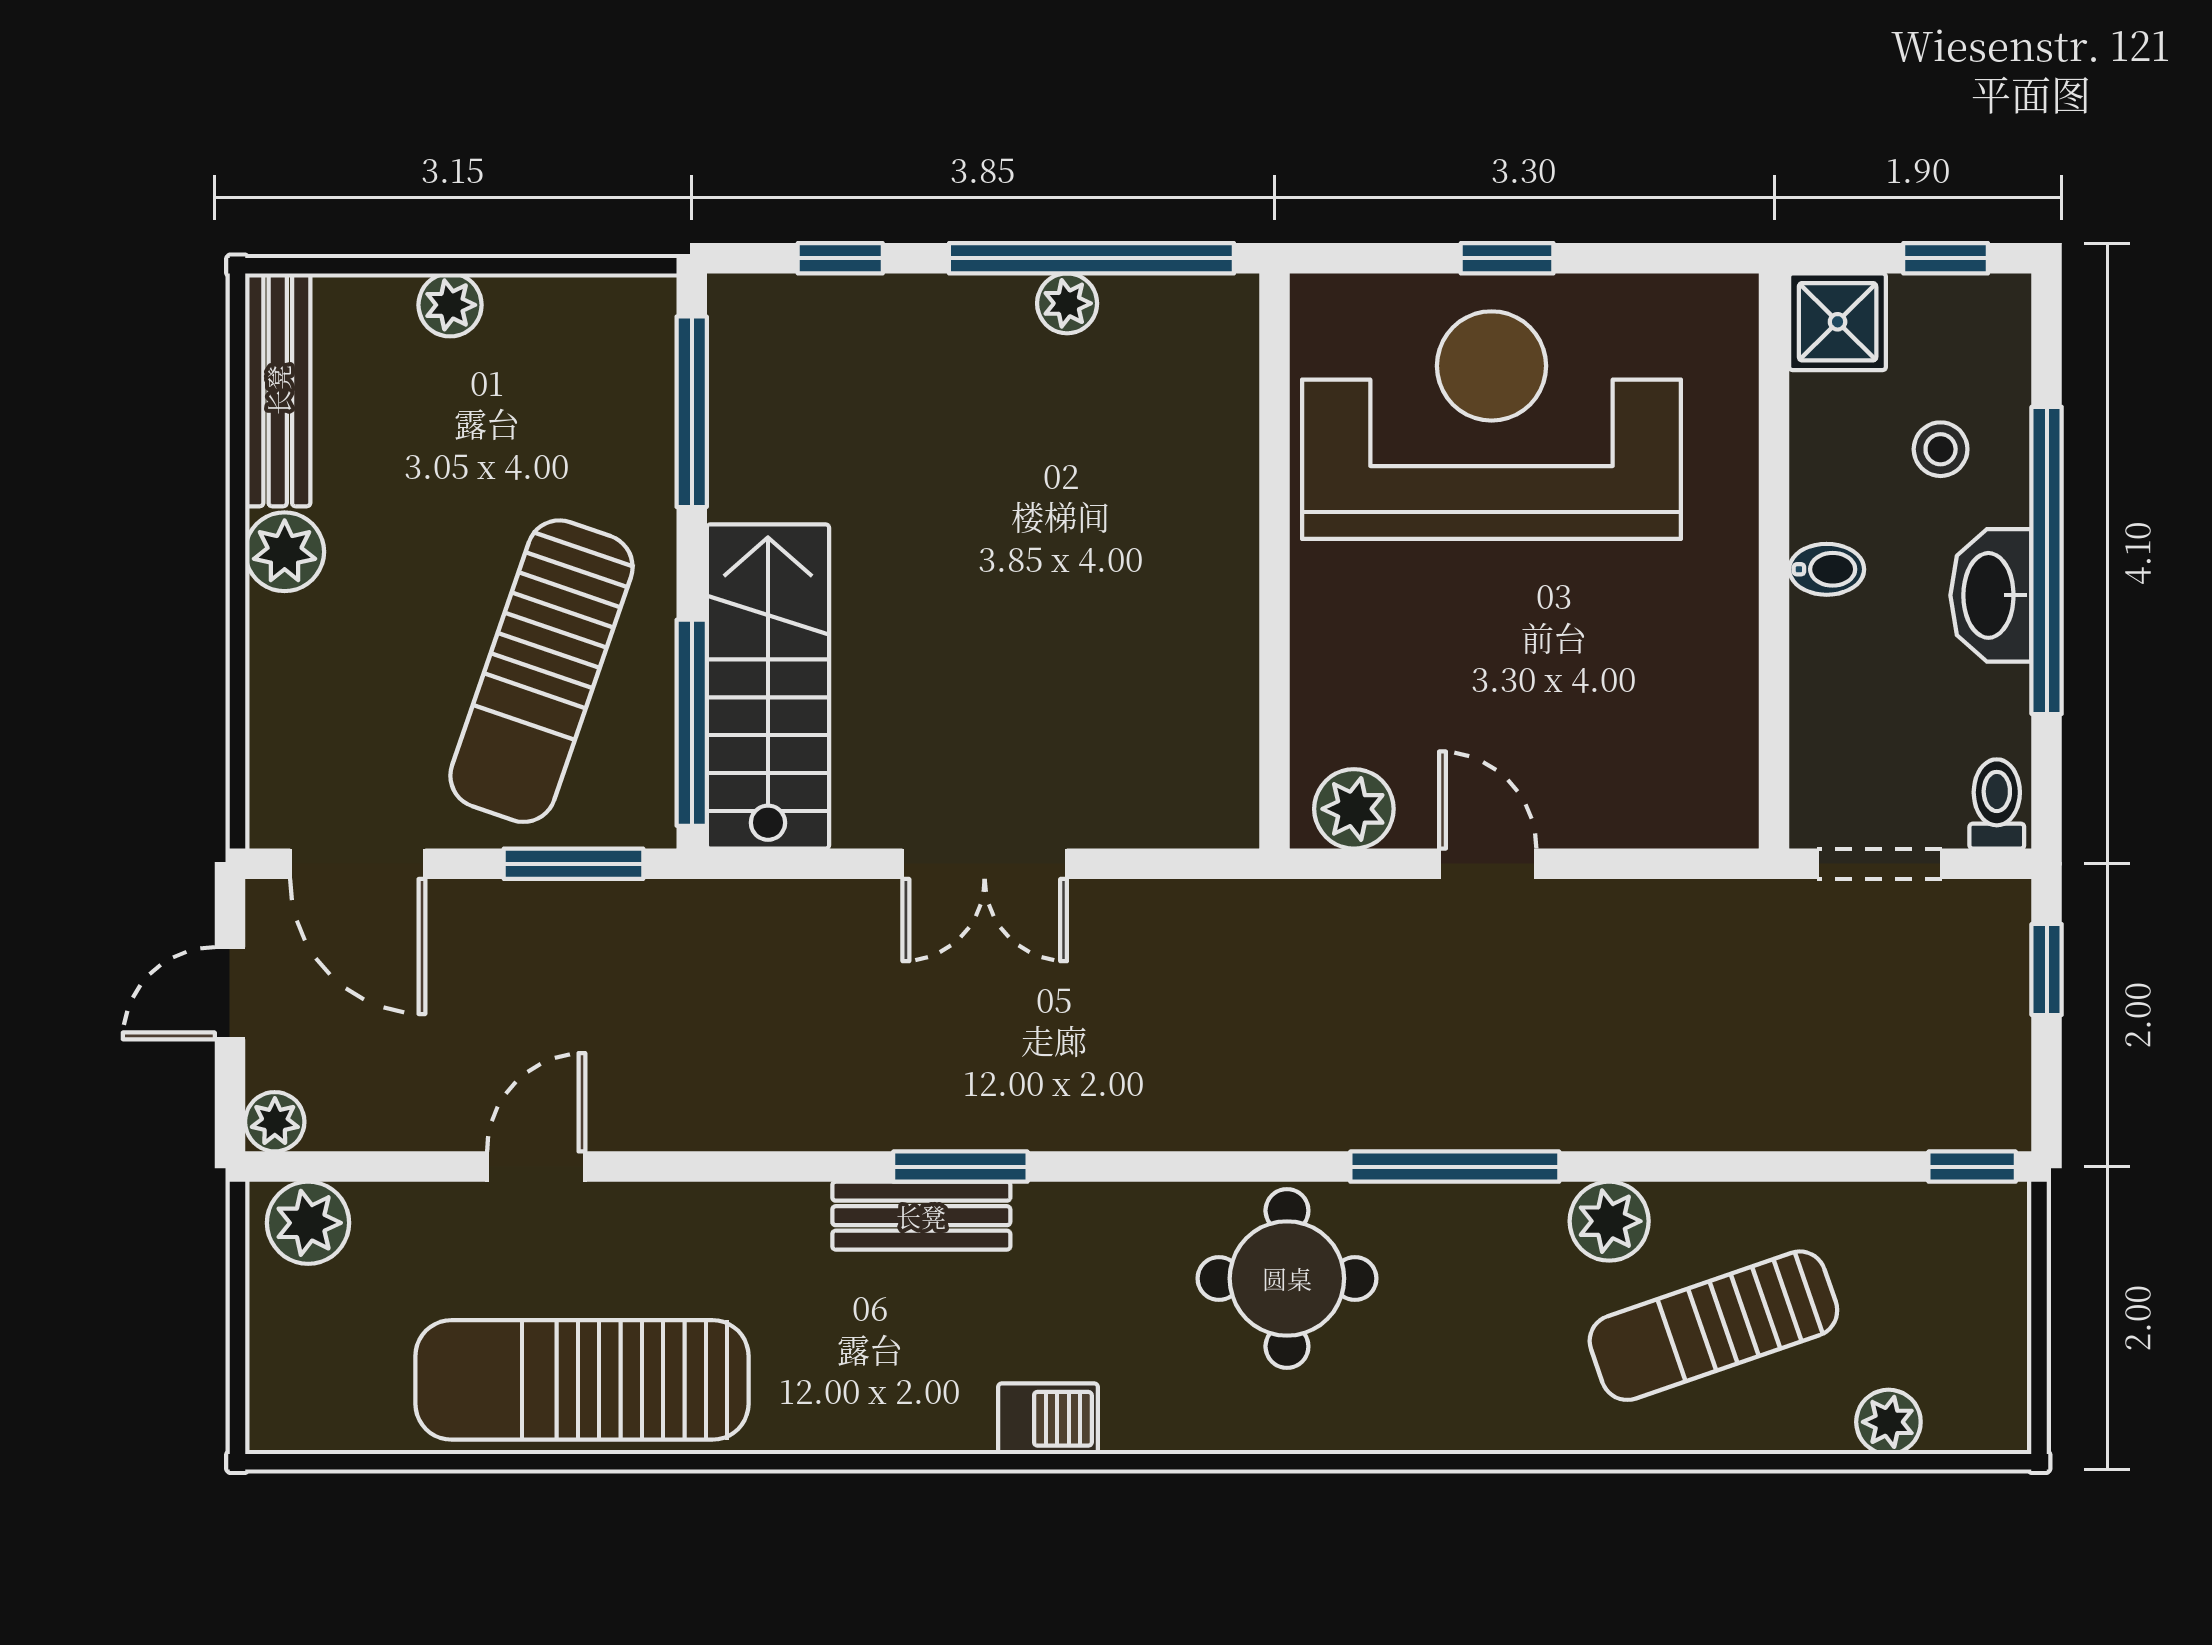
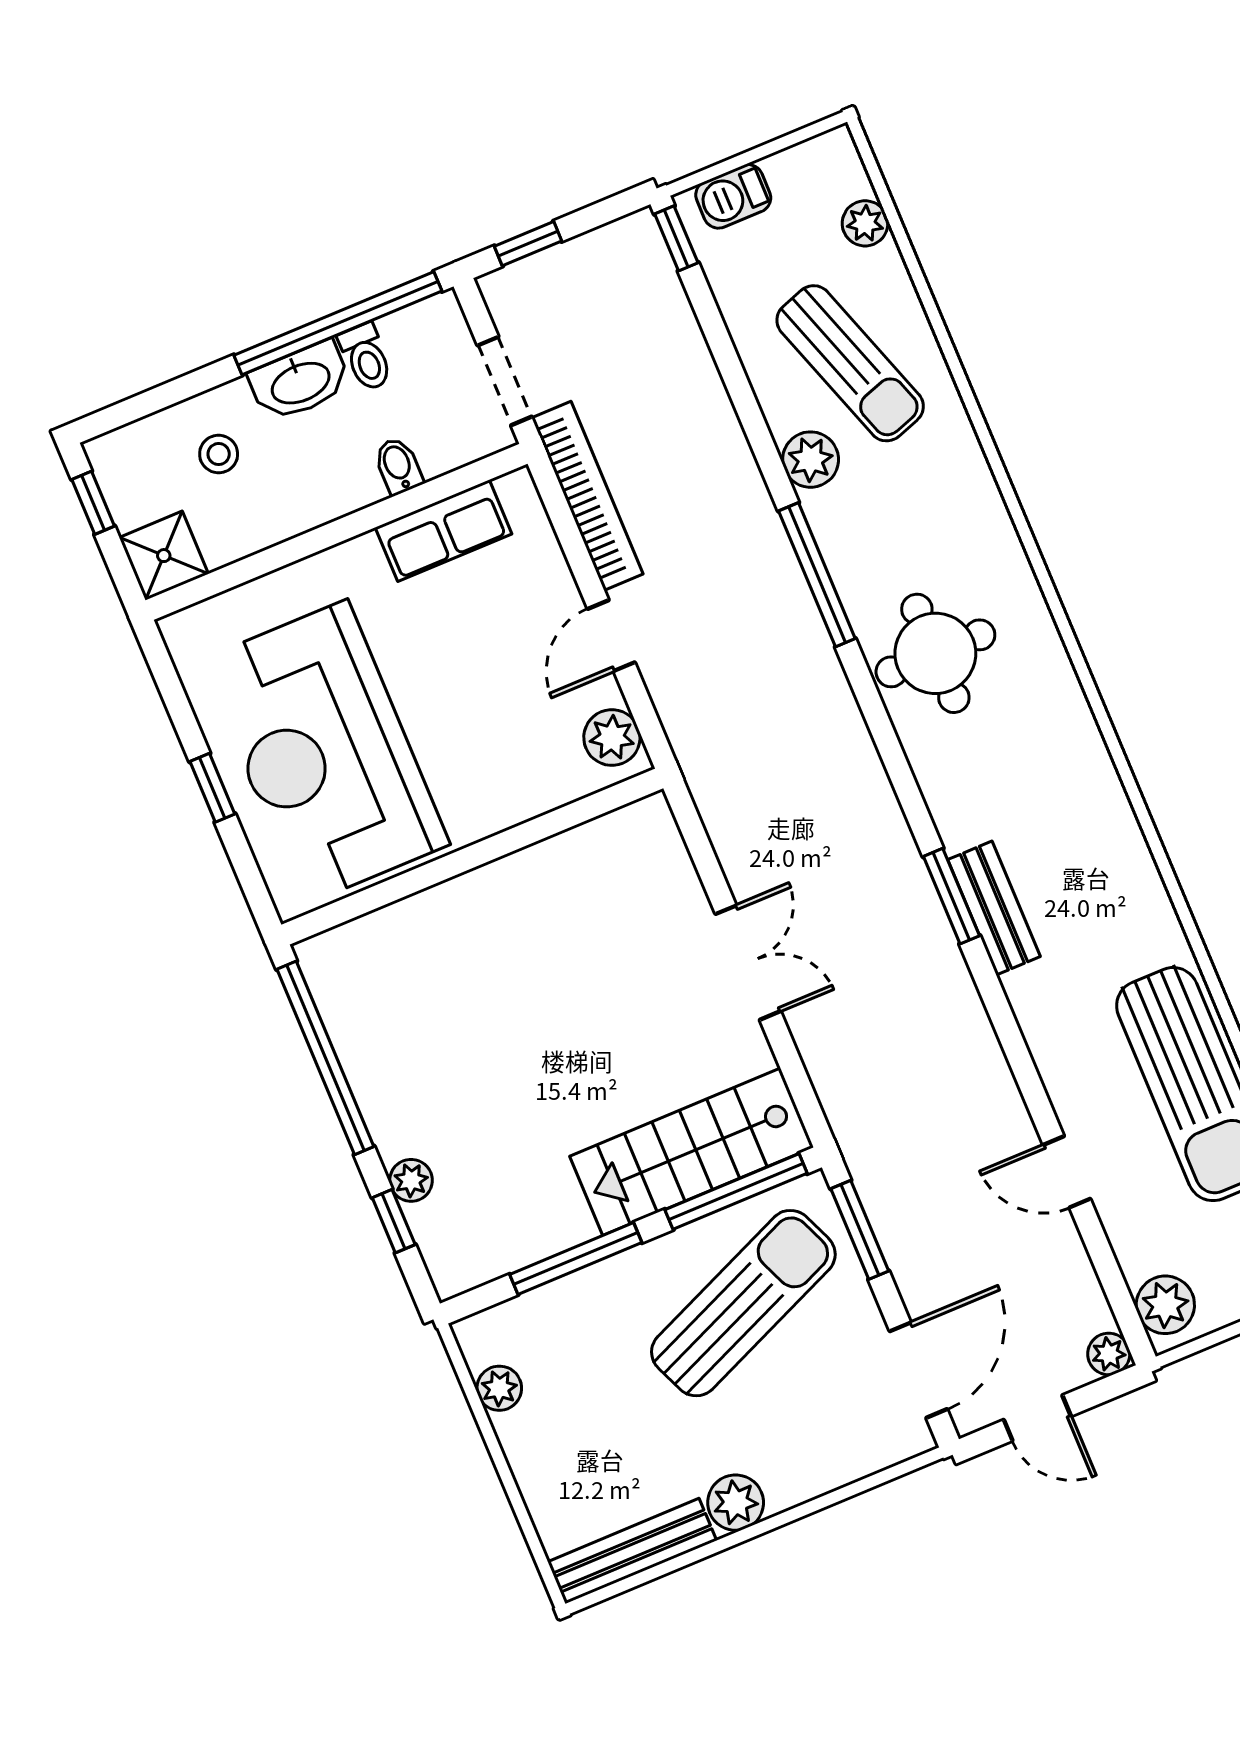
plant: (1067, 303) -> (411, 1180), moved
plant: (450, 305) -> (499, 1388), moved
window: (692, 412) -> (576, 1258), moved
window: (2047, 560) -> (338, 323), moved
bidet: (1827, 569) -> (398, 466), moved
sun lounger: (541, 671) -> (743, 1303), turned -42
row of seats: (1717, 702) -> (443, 531), added
toilet: (1997, 804) -> (366, 357), moved, turned -90
bookcase: (1684, 909) -> (587, 496), added
barbecue: (1048, 1419) -> (733, 196), moved, turned -90

